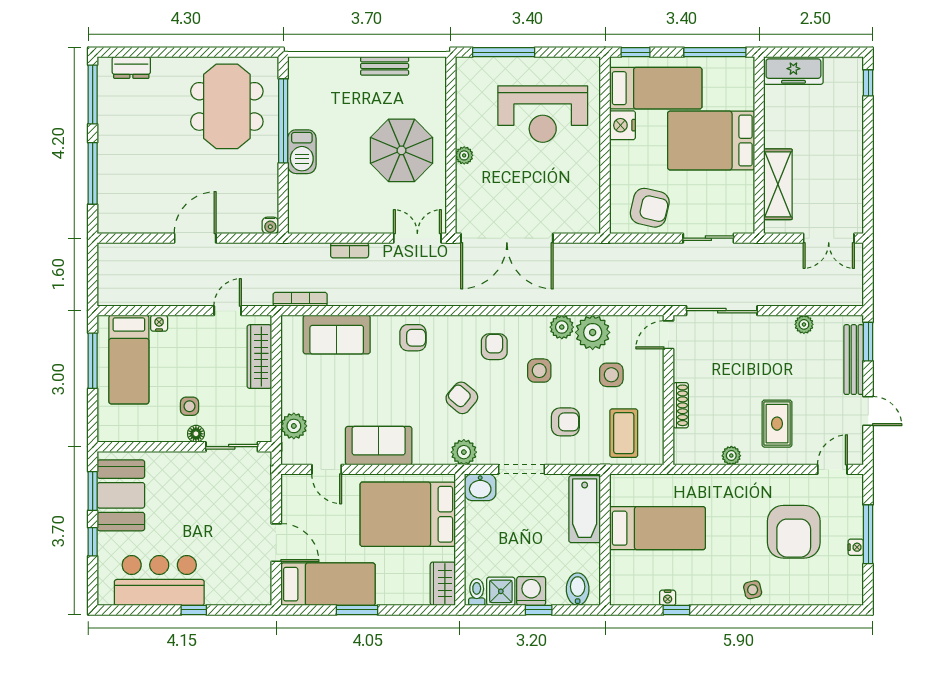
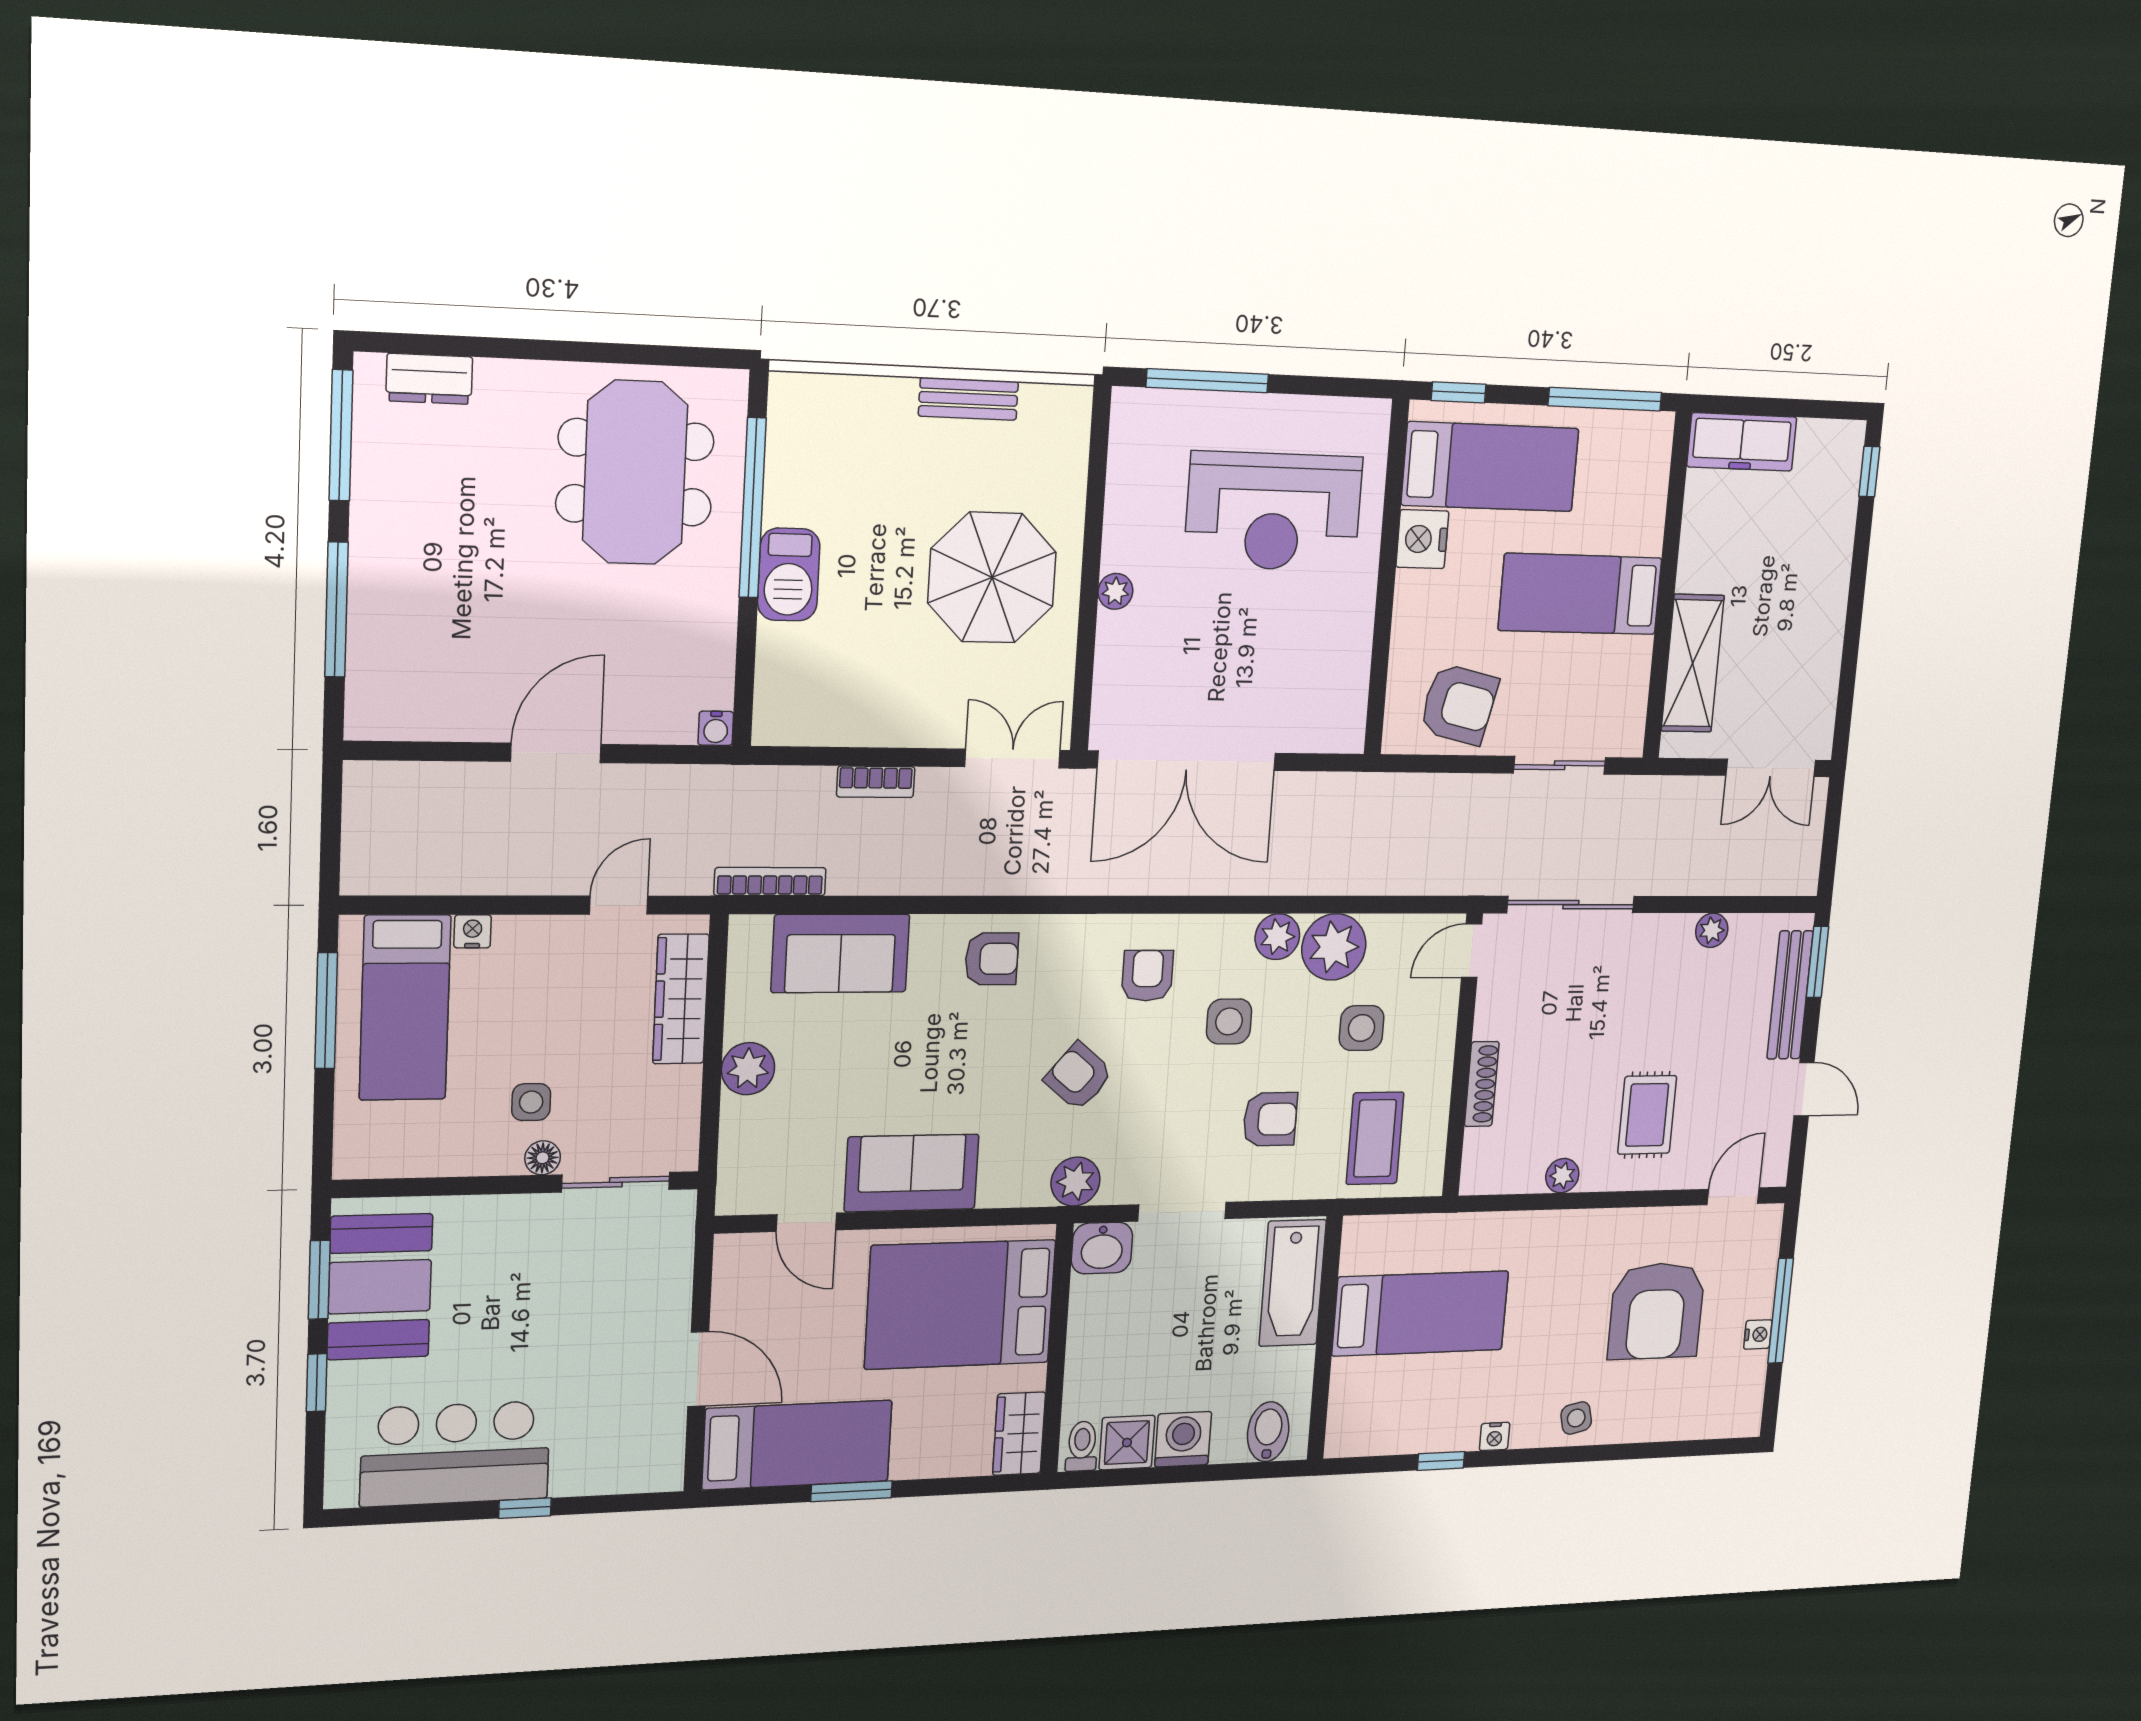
bed: (711, 141) -> (1580, 594), width x0.67
plant: (294, 426) -> (748, 1069), moved
nightstand: (668, 598) -> (1495, 1436), moved
window: (539, 610) -> (1194, 1474), removed

